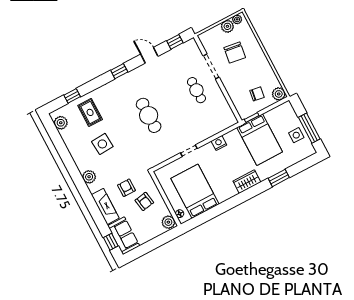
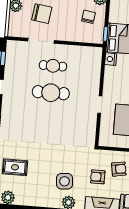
cafe table: (149, 115) -> (51, 93), moved
nightstand: (219, 143) -> (111, 59), moved
side table: (102, 144) -> (64, 181), moved

